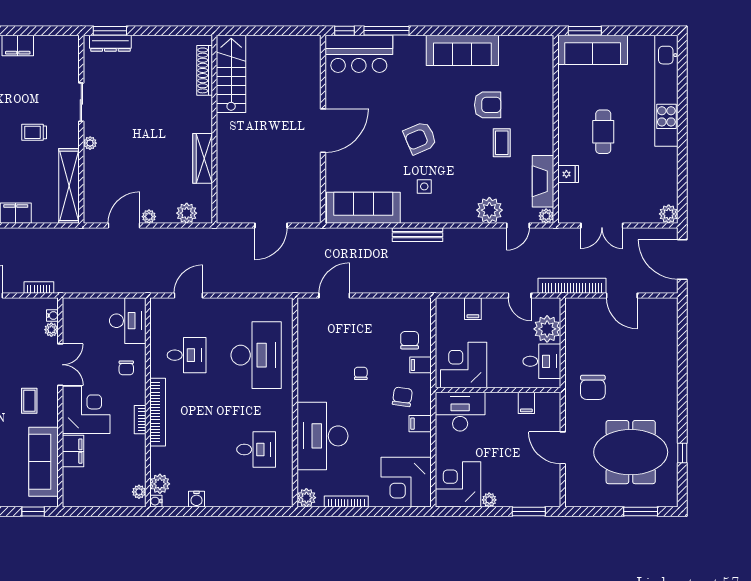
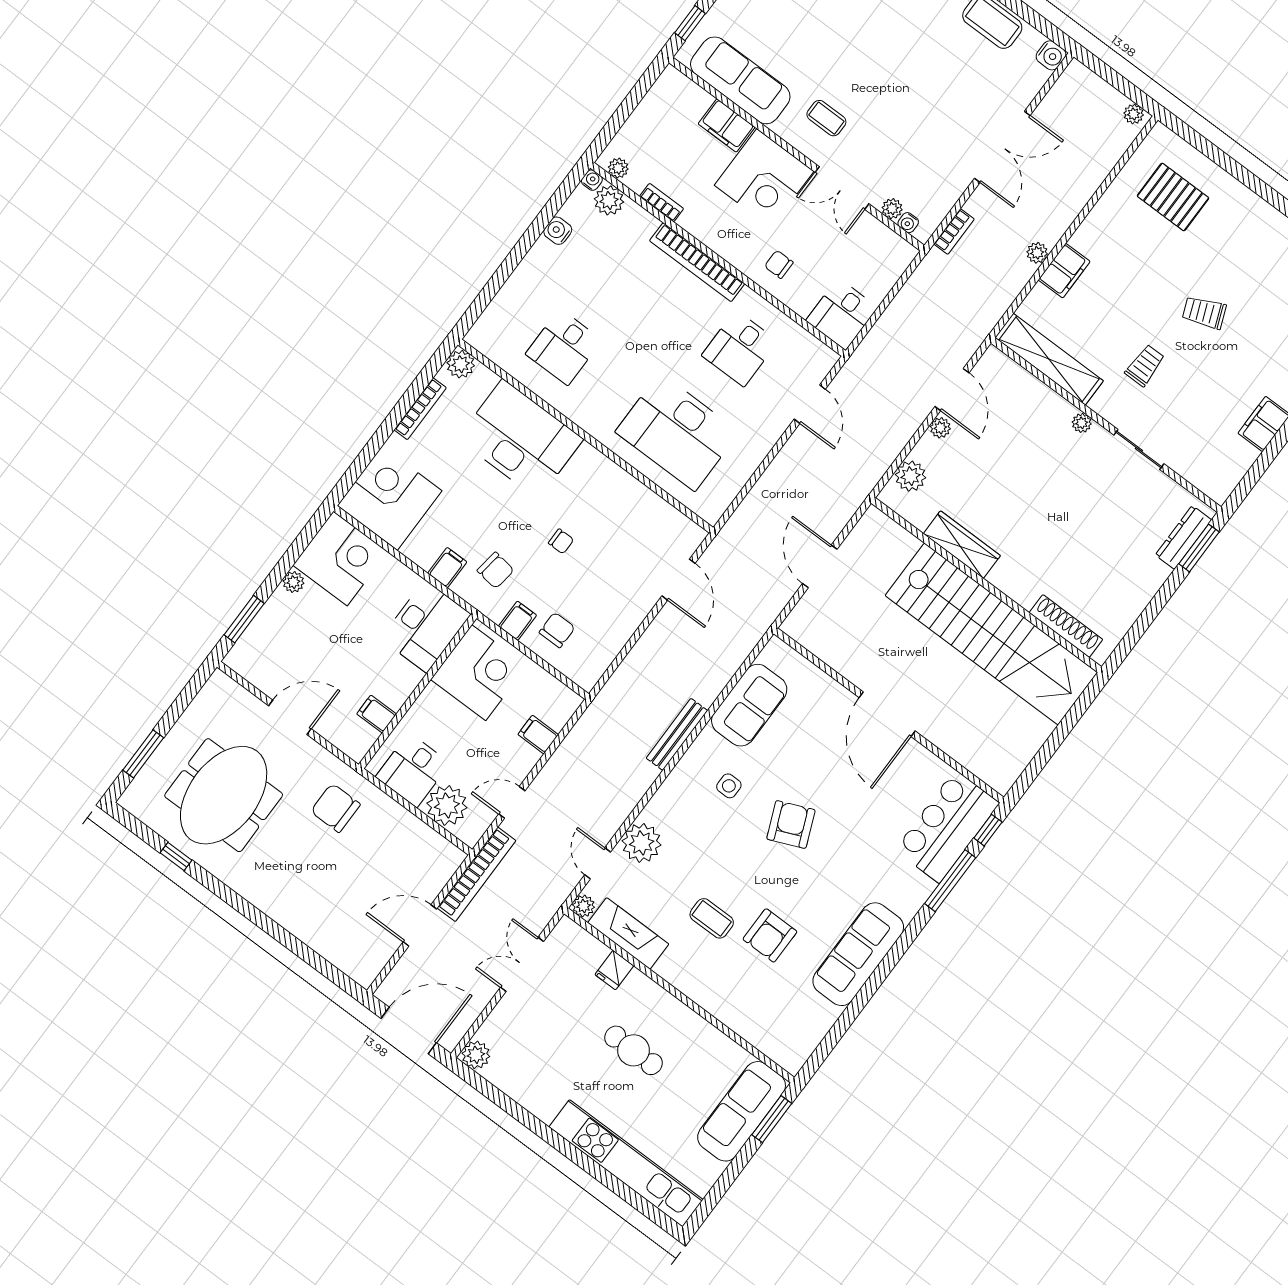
stairs: (231, 74) -> (991, 634), width x1.86, depth x1.51
sofa: (363, 208) -> (749, 705), width x0.73
plant: (17, 235) -> (1037, 253), added
desk: (128, 321) -> (842, 314), width x0.73
chair: (410, 340) -> (557, 630), turned -90
bookcase: (140, 420) -> (662, 203), moved

